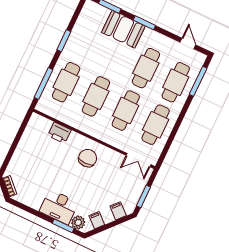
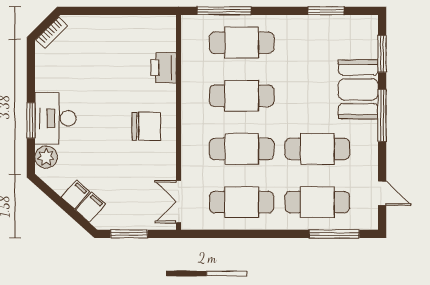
window: (144, 23) -> (382, 115), width x1.44
window: (64, 41) -> (326, 11), moved
door: (188, 43) -> (382, 193), hinge flipped
filing cabinet: (97, 220) -> (75, 194), moved
window: (63, 226) -> (31, 120), moved

